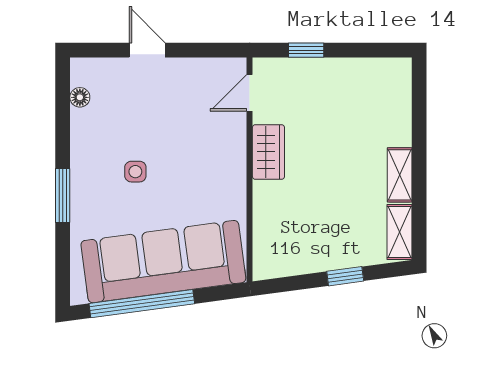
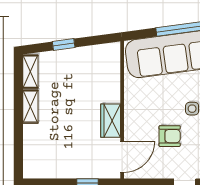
door: (250, 93) -> (122, 157), width x1.38
armchair: (172, 127) -> (170, 136), added

